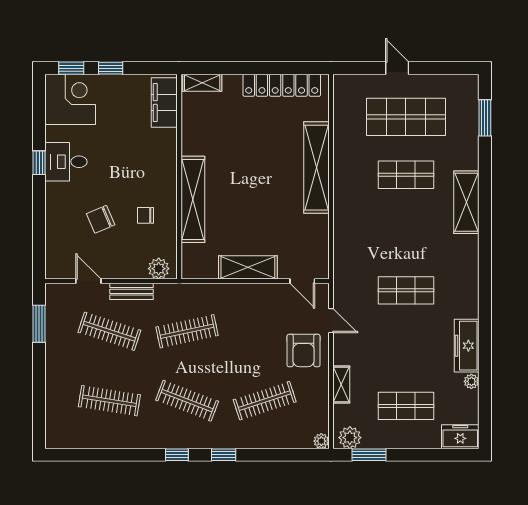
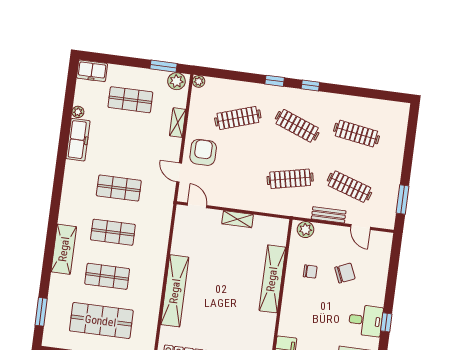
shop shelf: (406, 233) -> (113, 232), added
shelving: (248, 267) -> (238, 219), width x0.67, depth x0.75

